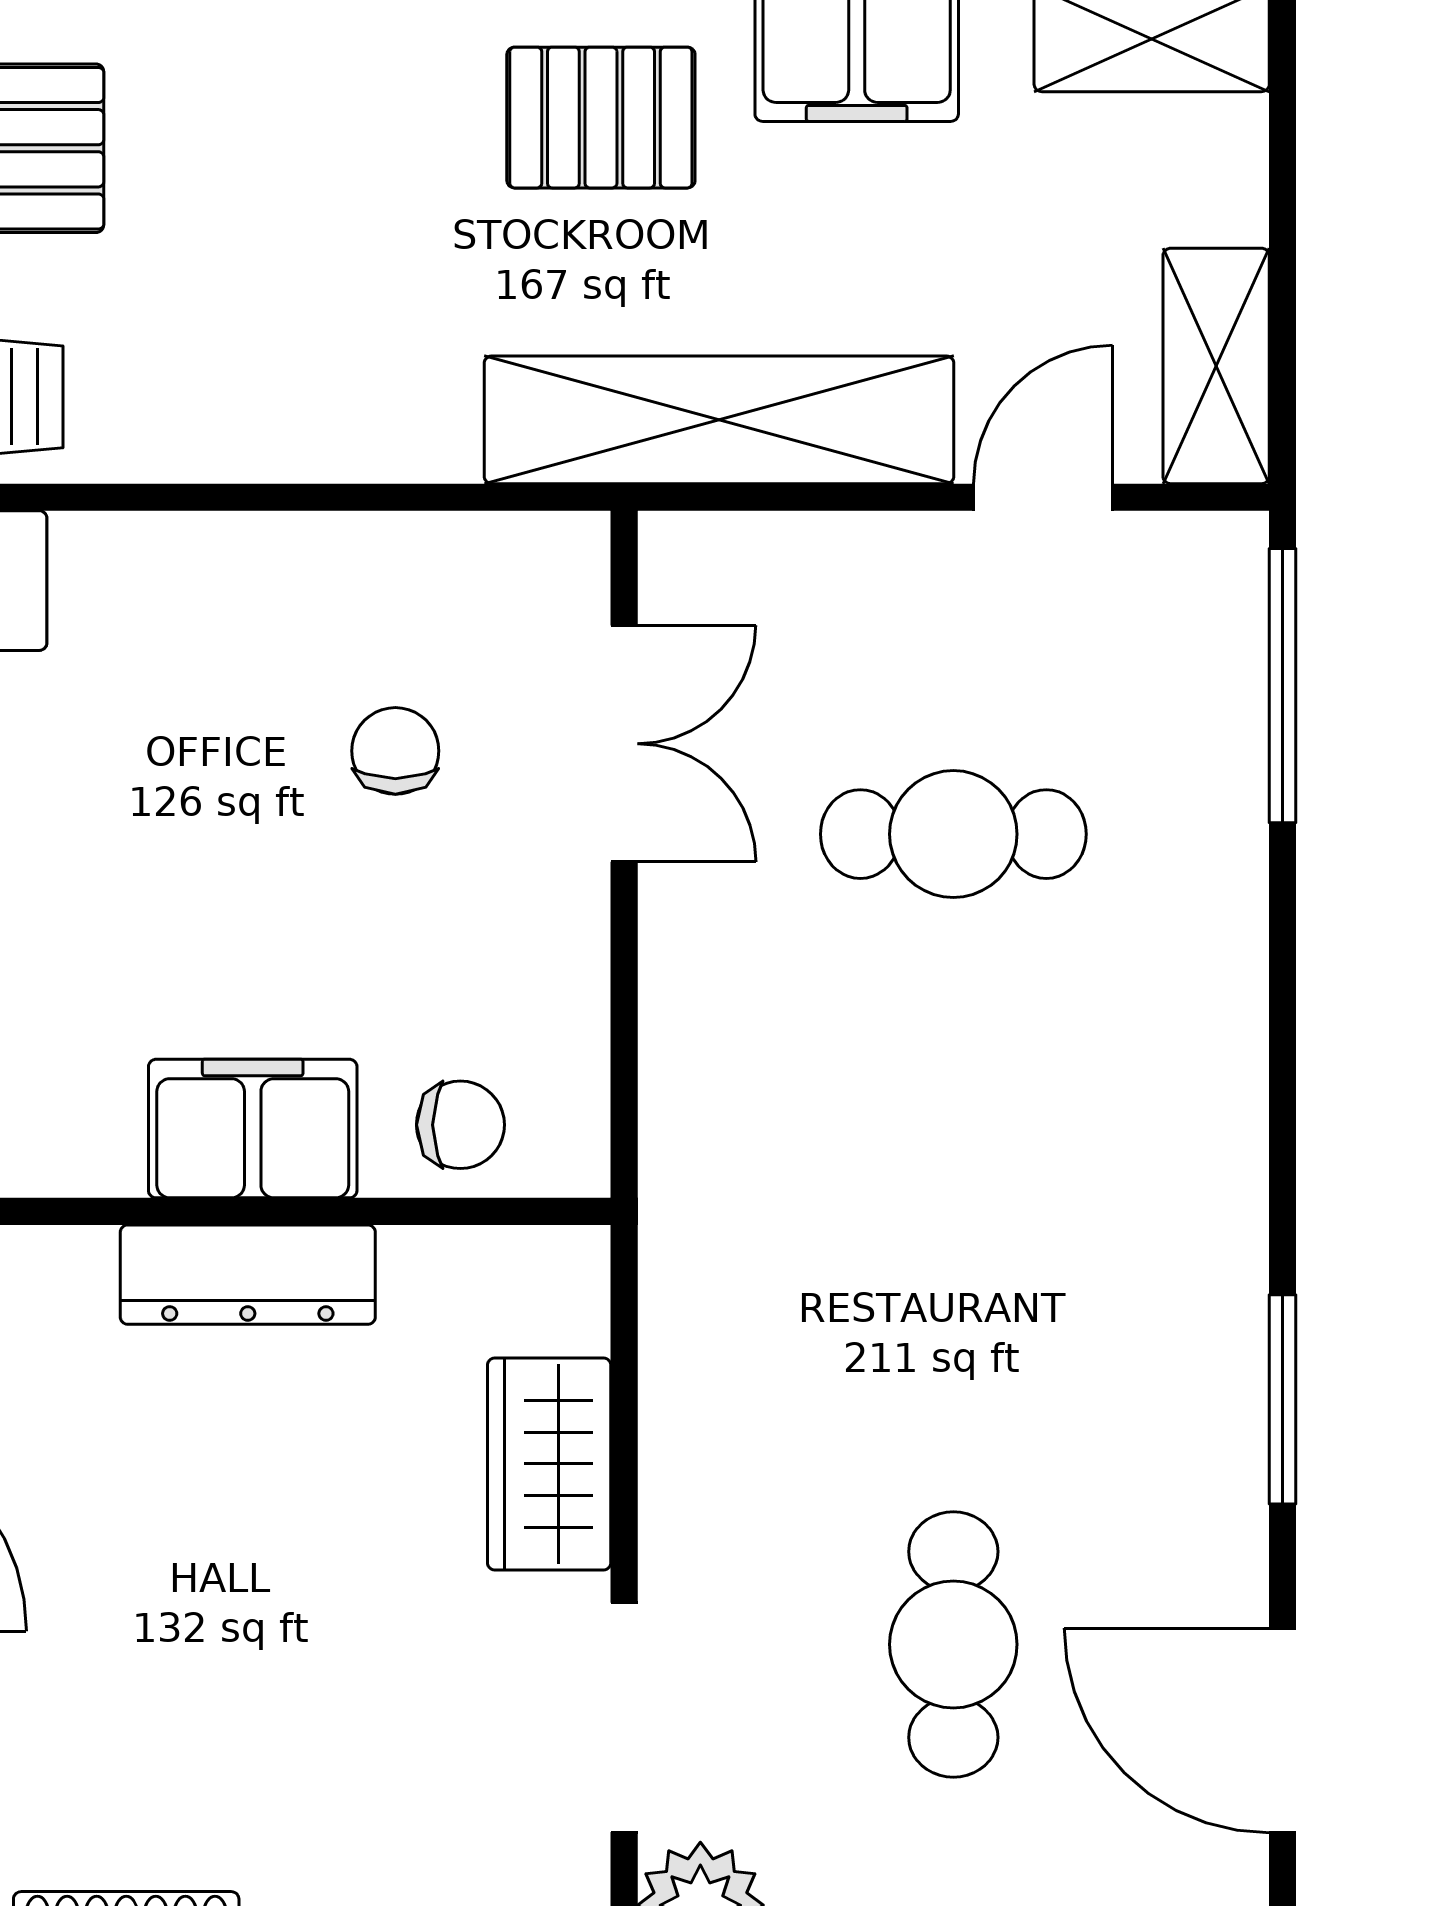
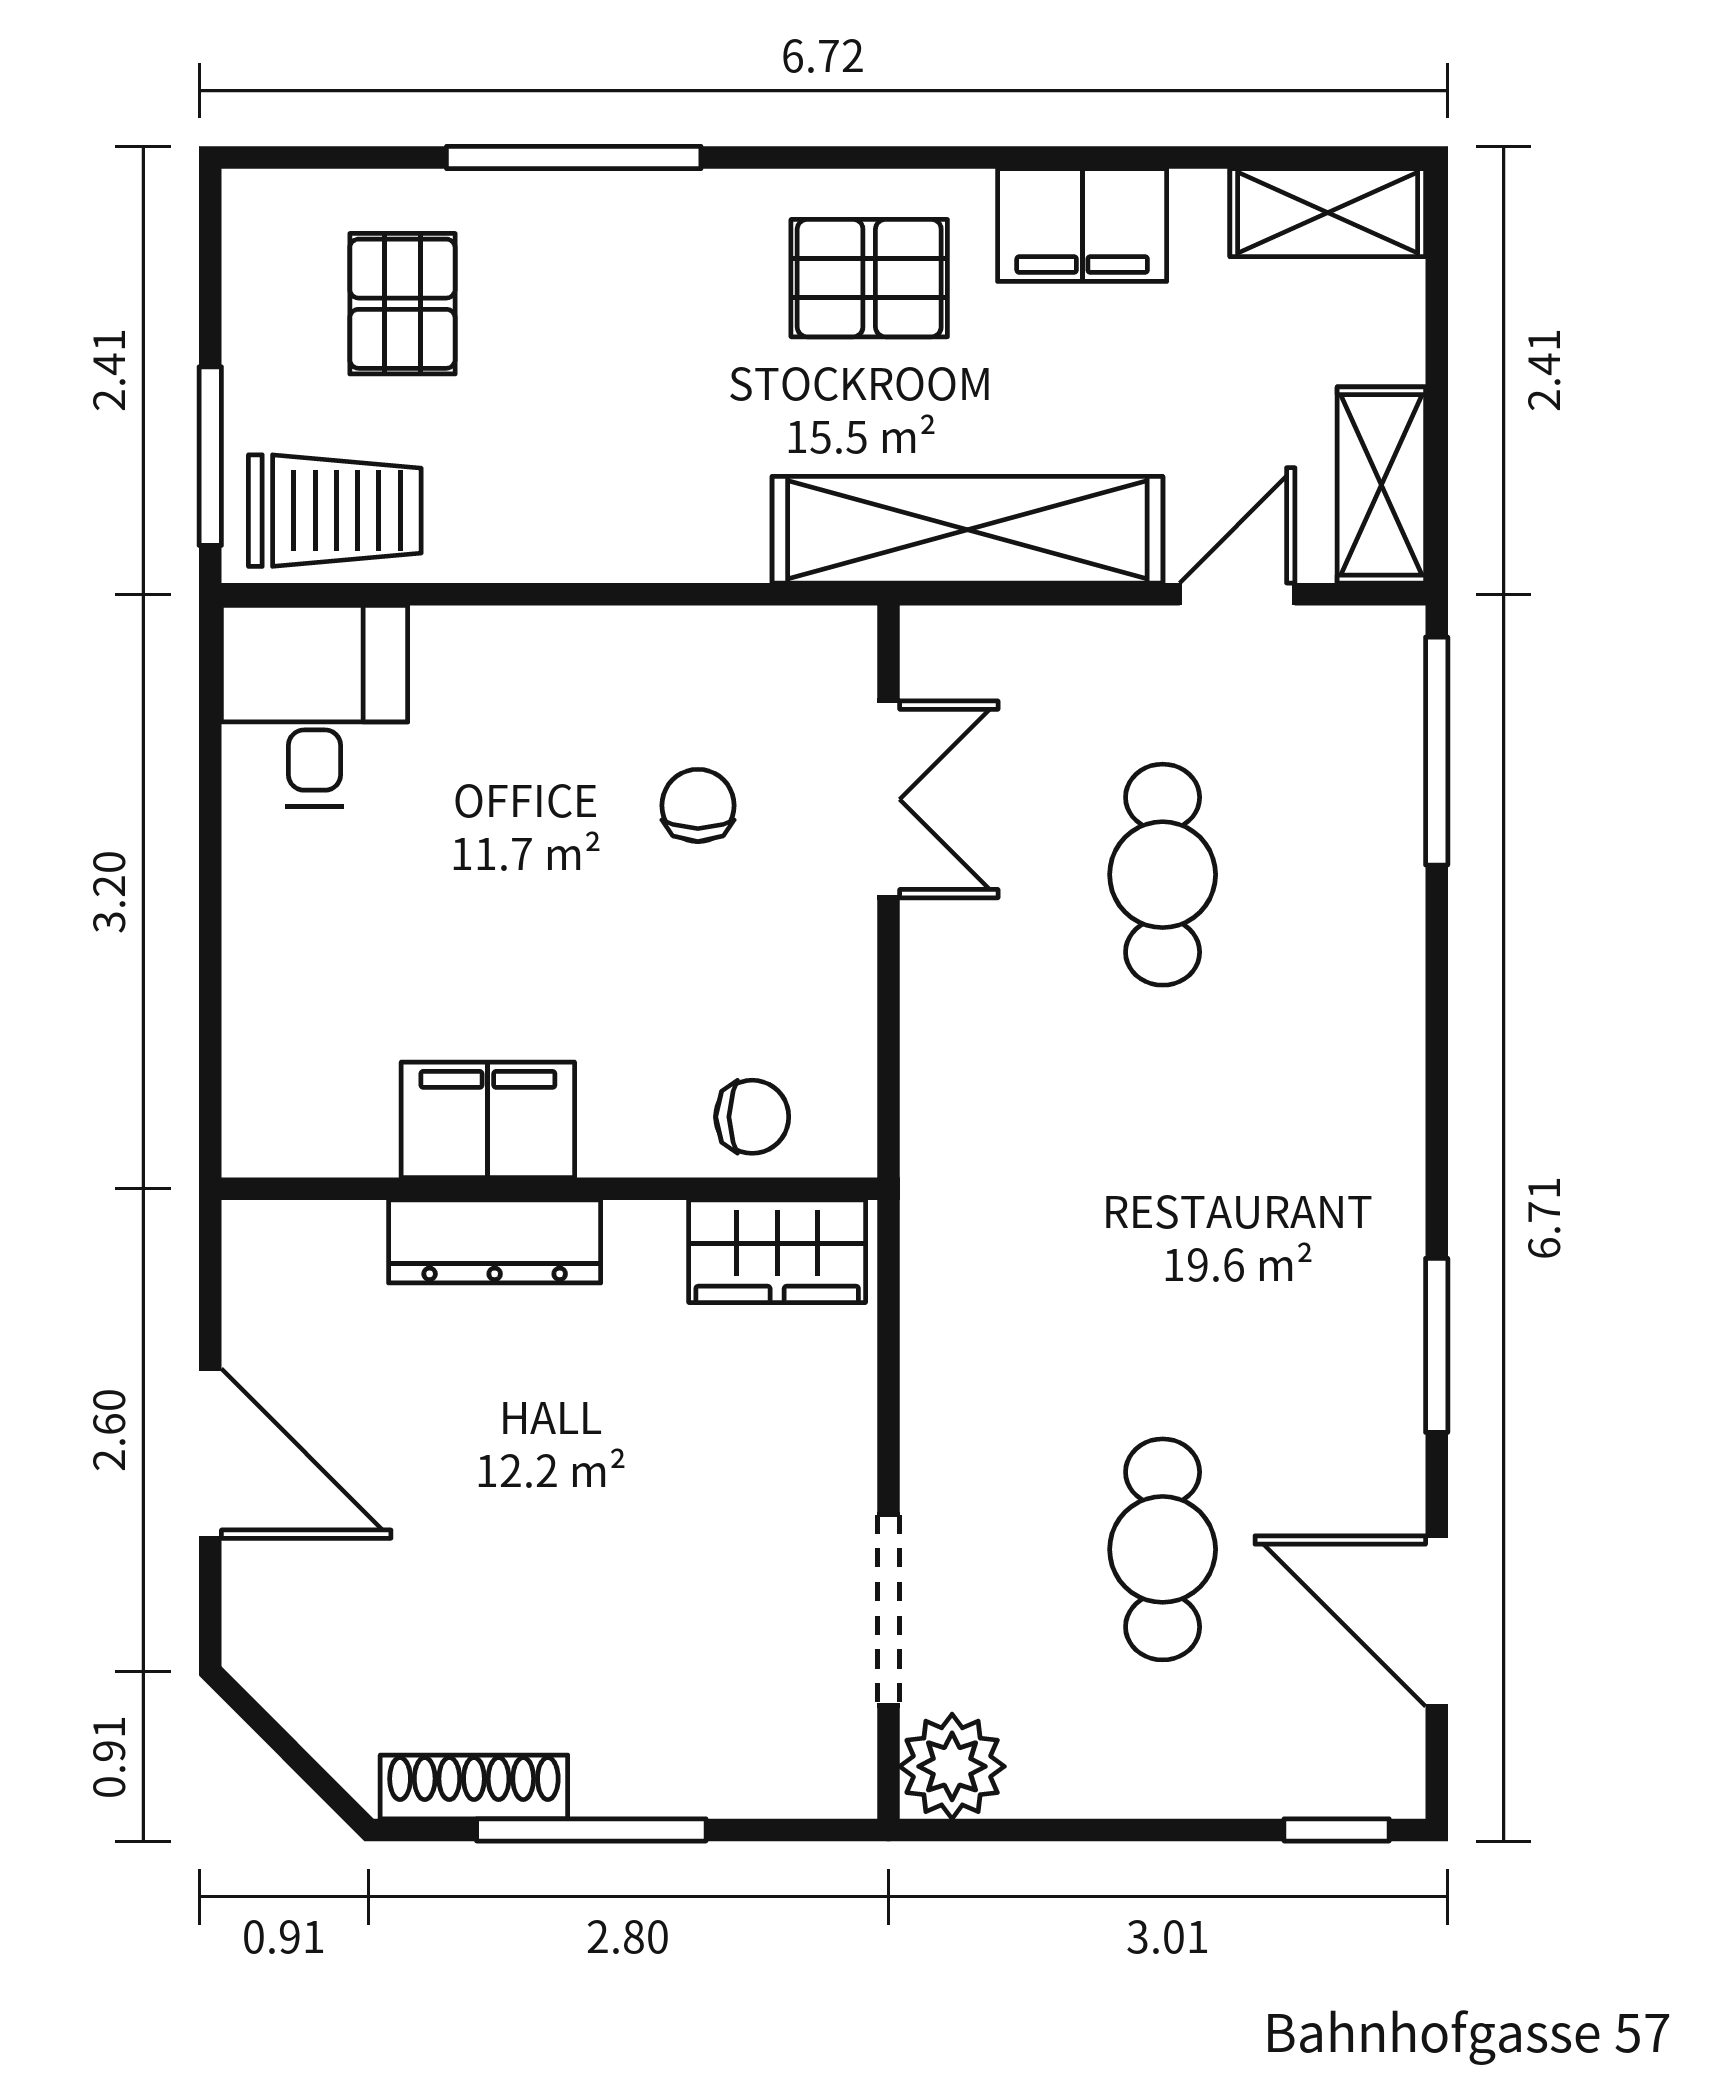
cafe table: (953, 834) -> (1163, 875), turned 90
filing cabinet: (253, 1129) -> (488, 1120), moved
dresser: (248, 1275) -> (495, 1241), moved
wardrobe: (549, 1464) -> (777, 1251), moved, turned -90

